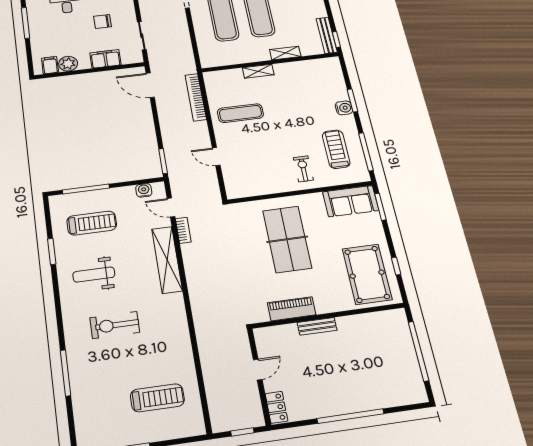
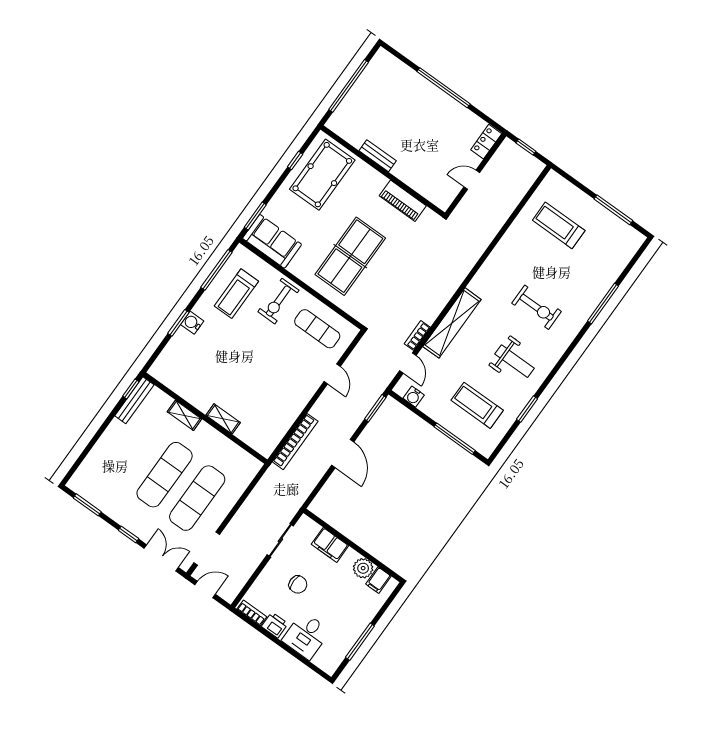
door: (150, 85) -> (343, 454), moved
exercise mat: (240, 113) -> (317, 329), moved
exercise bike: (303, 169) -> (278, 301), width x1.38, depth x1.39
bench: (317, 326) -> (378, 156), moved

